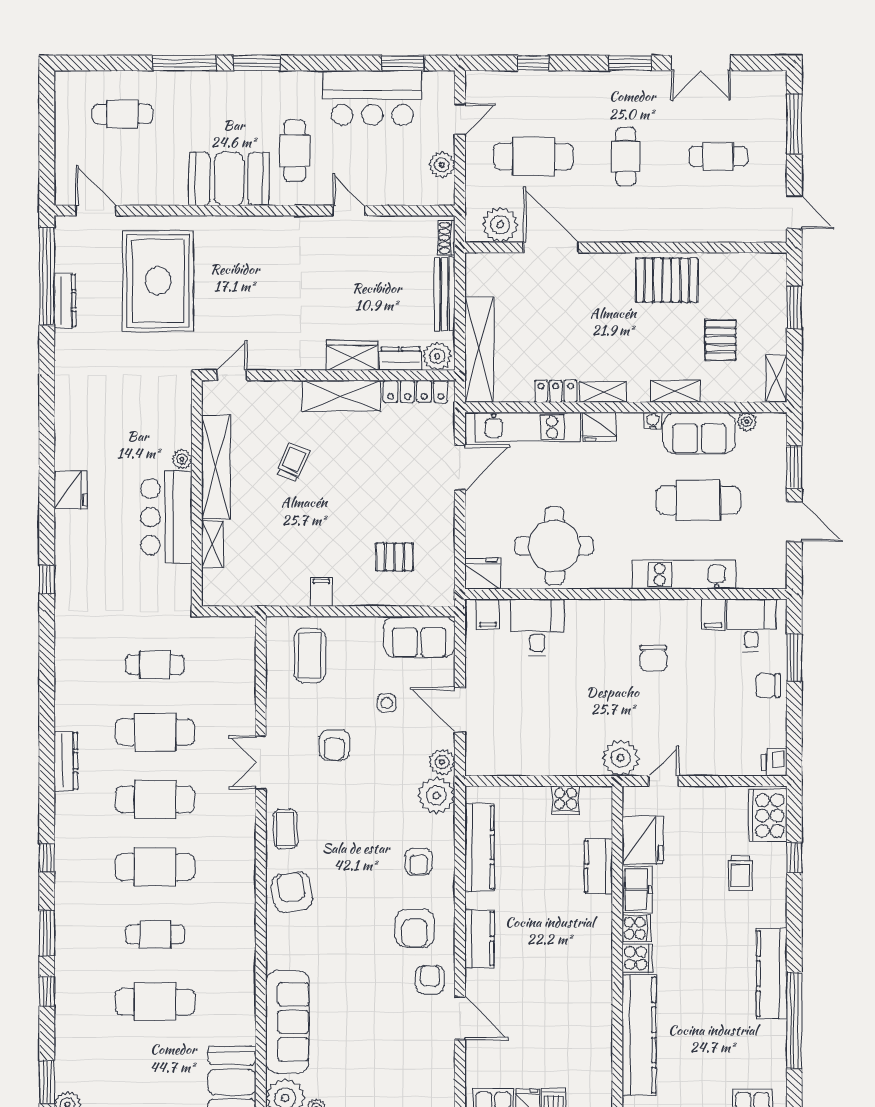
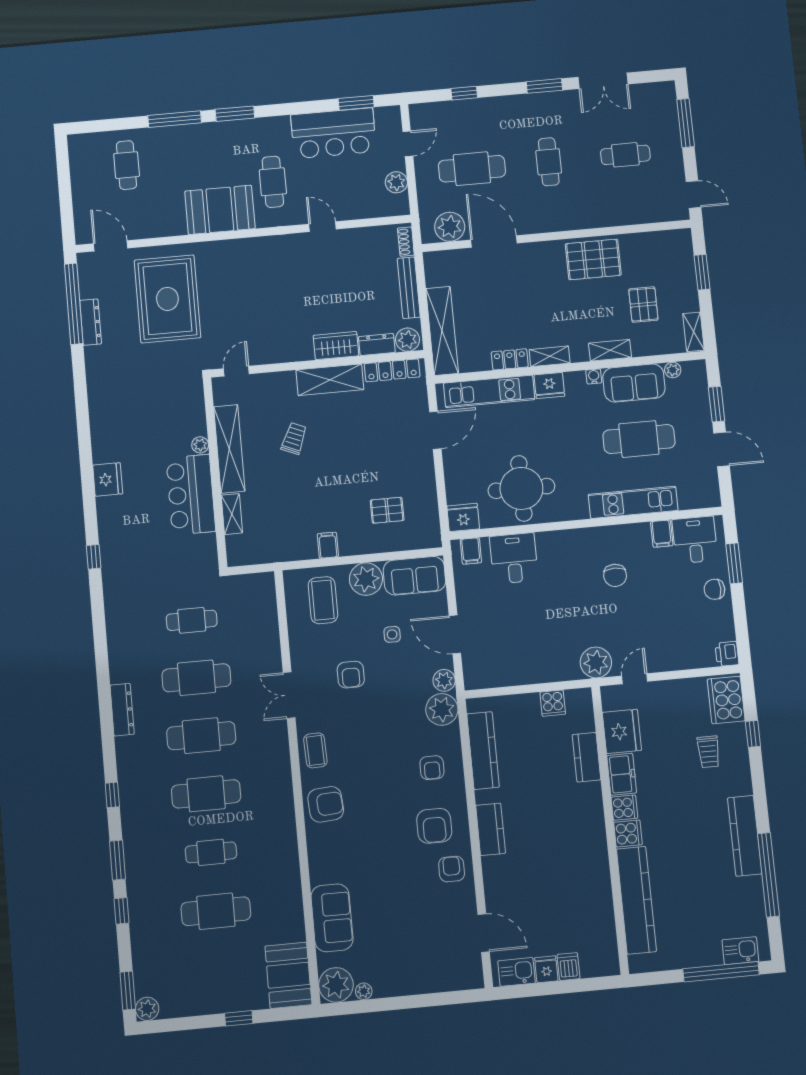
cafe table: (123, 114) -> (127, 165), turned 90
plant: (362, 635) -> (366, 579), added
armchair: (292, 892) -> (326, 804), turned 95
door: (460, 1018) -> (484, 933), moved
sofa: (288, 1022) -> (332, 918), width x0.73

